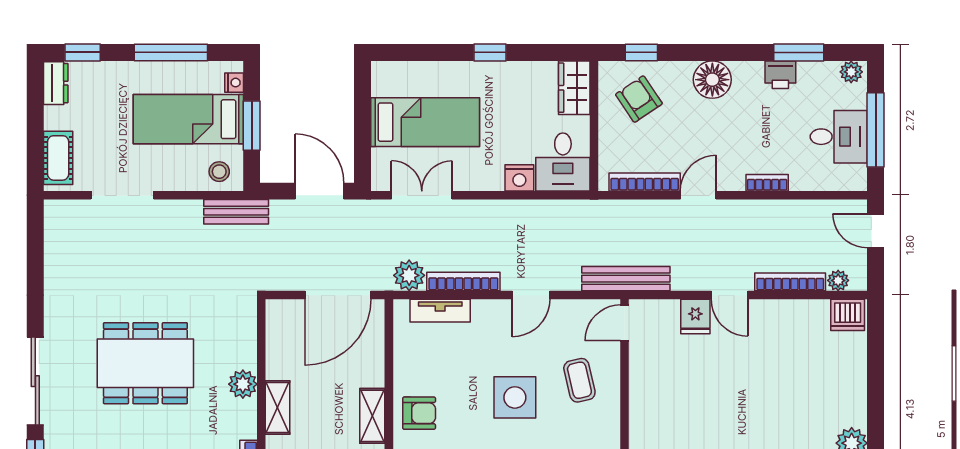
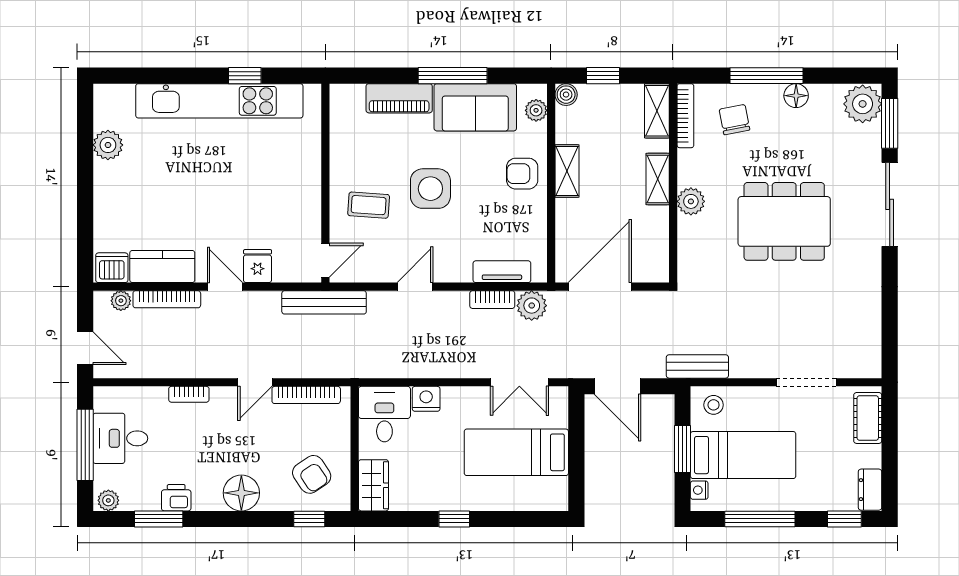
bookcase: (463, 282) -> (492, 300), width x0.64
kitchen counter: (795, 316) -> (162, 266), added
coffee table: (579, 380) -> (369, 205), turned -73

